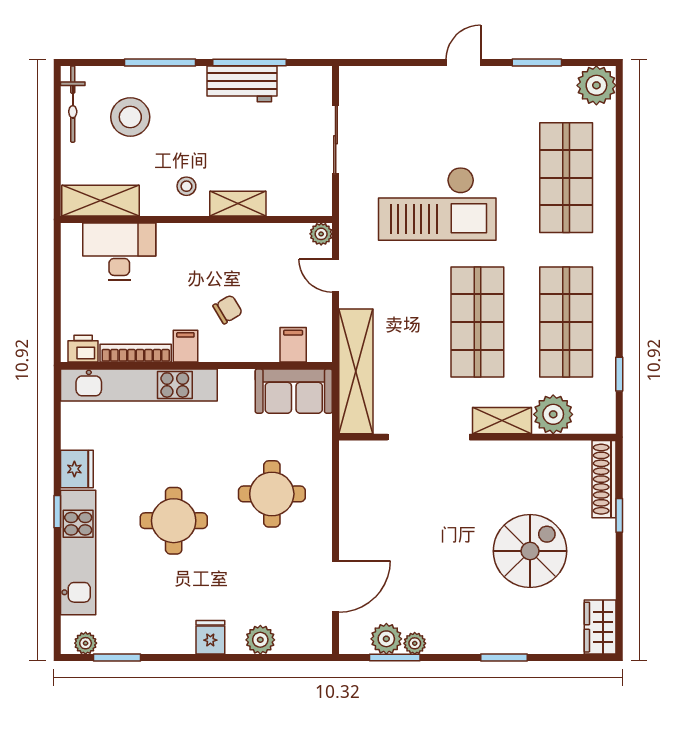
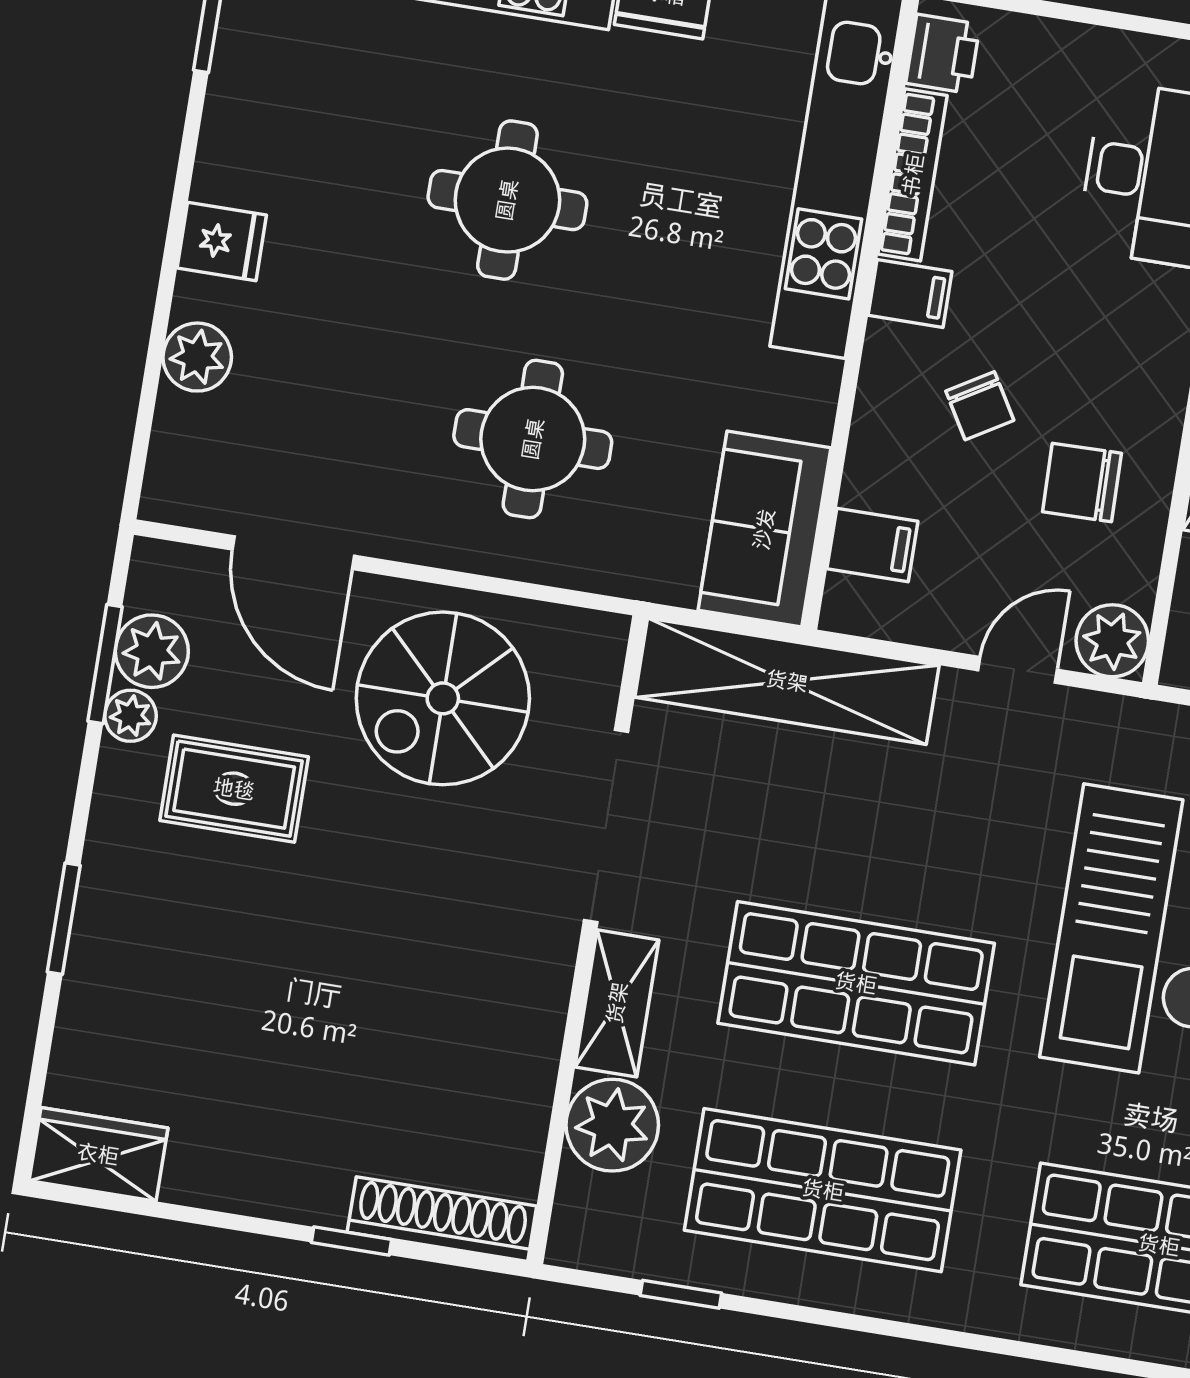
plant: (321, 234) -> (1112, 641), width x1.38, depth x1.38
chair: (253, 262) -> (1082, 483), added
spiral stairs: (530, 551) -> (443, 698), moved, turned 90
rug: (438, 595) -> (234, 789), added

